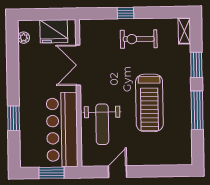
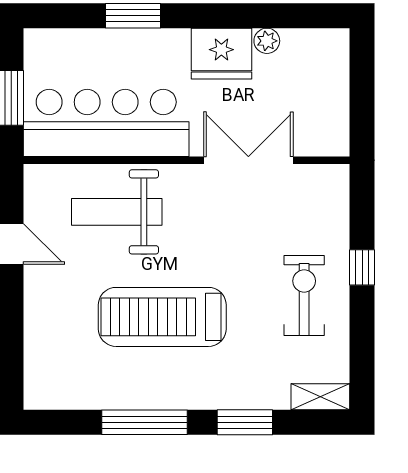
fridge: (54, 31) -> (221, 54), moved, turned -90
plant: (24, 38) -> (267, 41), moved

